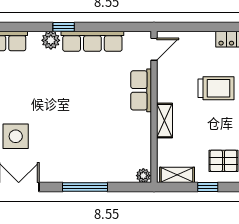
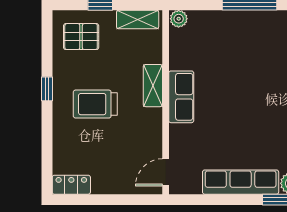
trolley: (216, 88) -> (95, 104), moved
row of seats: (141, 90) -> (181, 97), moved

